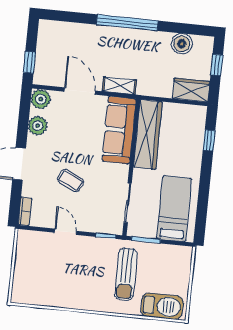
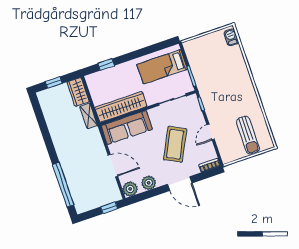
window: (127, 23) -> (63, 185), moved
boiler: (182, 44) -> (50, 112), removed
shelving: (119, 86) -> (89, 116), moved
door: (80, 91) -> (113, 166), swing flipped
coffee table: (71, 181) -> (175, 144), width x1.86, depth x1.72
sun lounger: (126, 274) -> (248, 135), moved, turned 90
barbecue: (162, 306) -> (231, 37), width x0.53, depth x0.65

